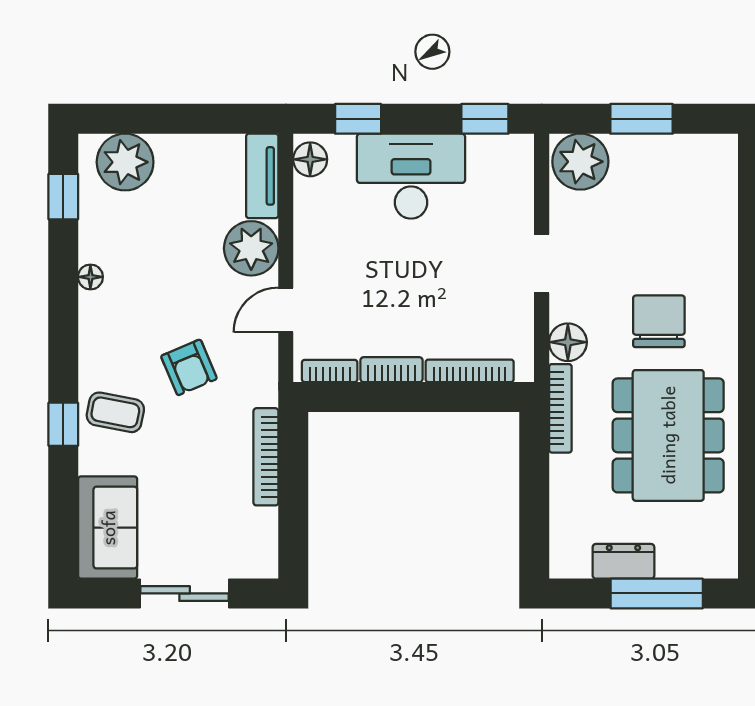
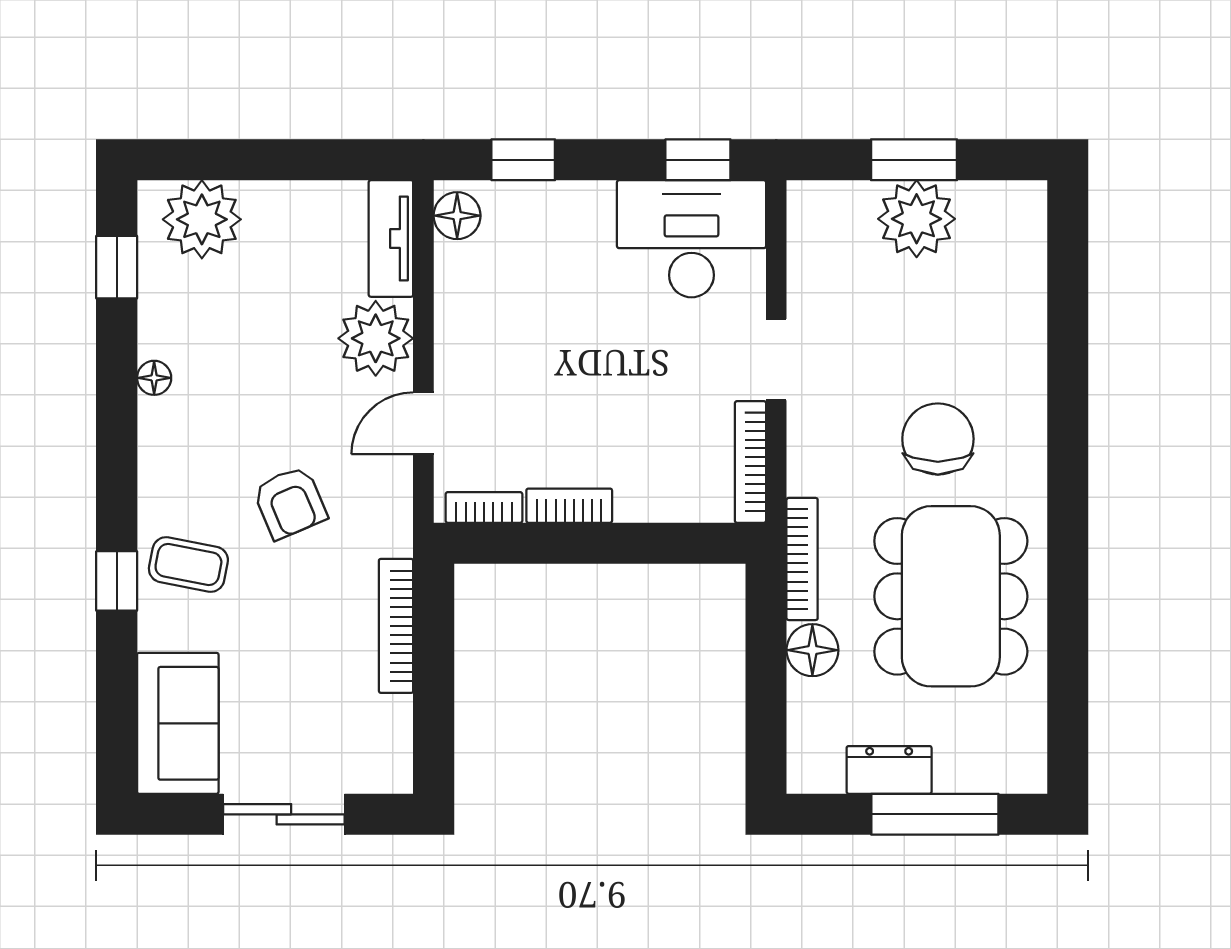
plant: (580, 162) -> (917, 219), moved
desk: (411, 176) -> (691, 239), moved
floor lamp: (568, 342) -> (812, 650), moved
bookcase: (470, 371) -> (750, 462), moved, turned -90

